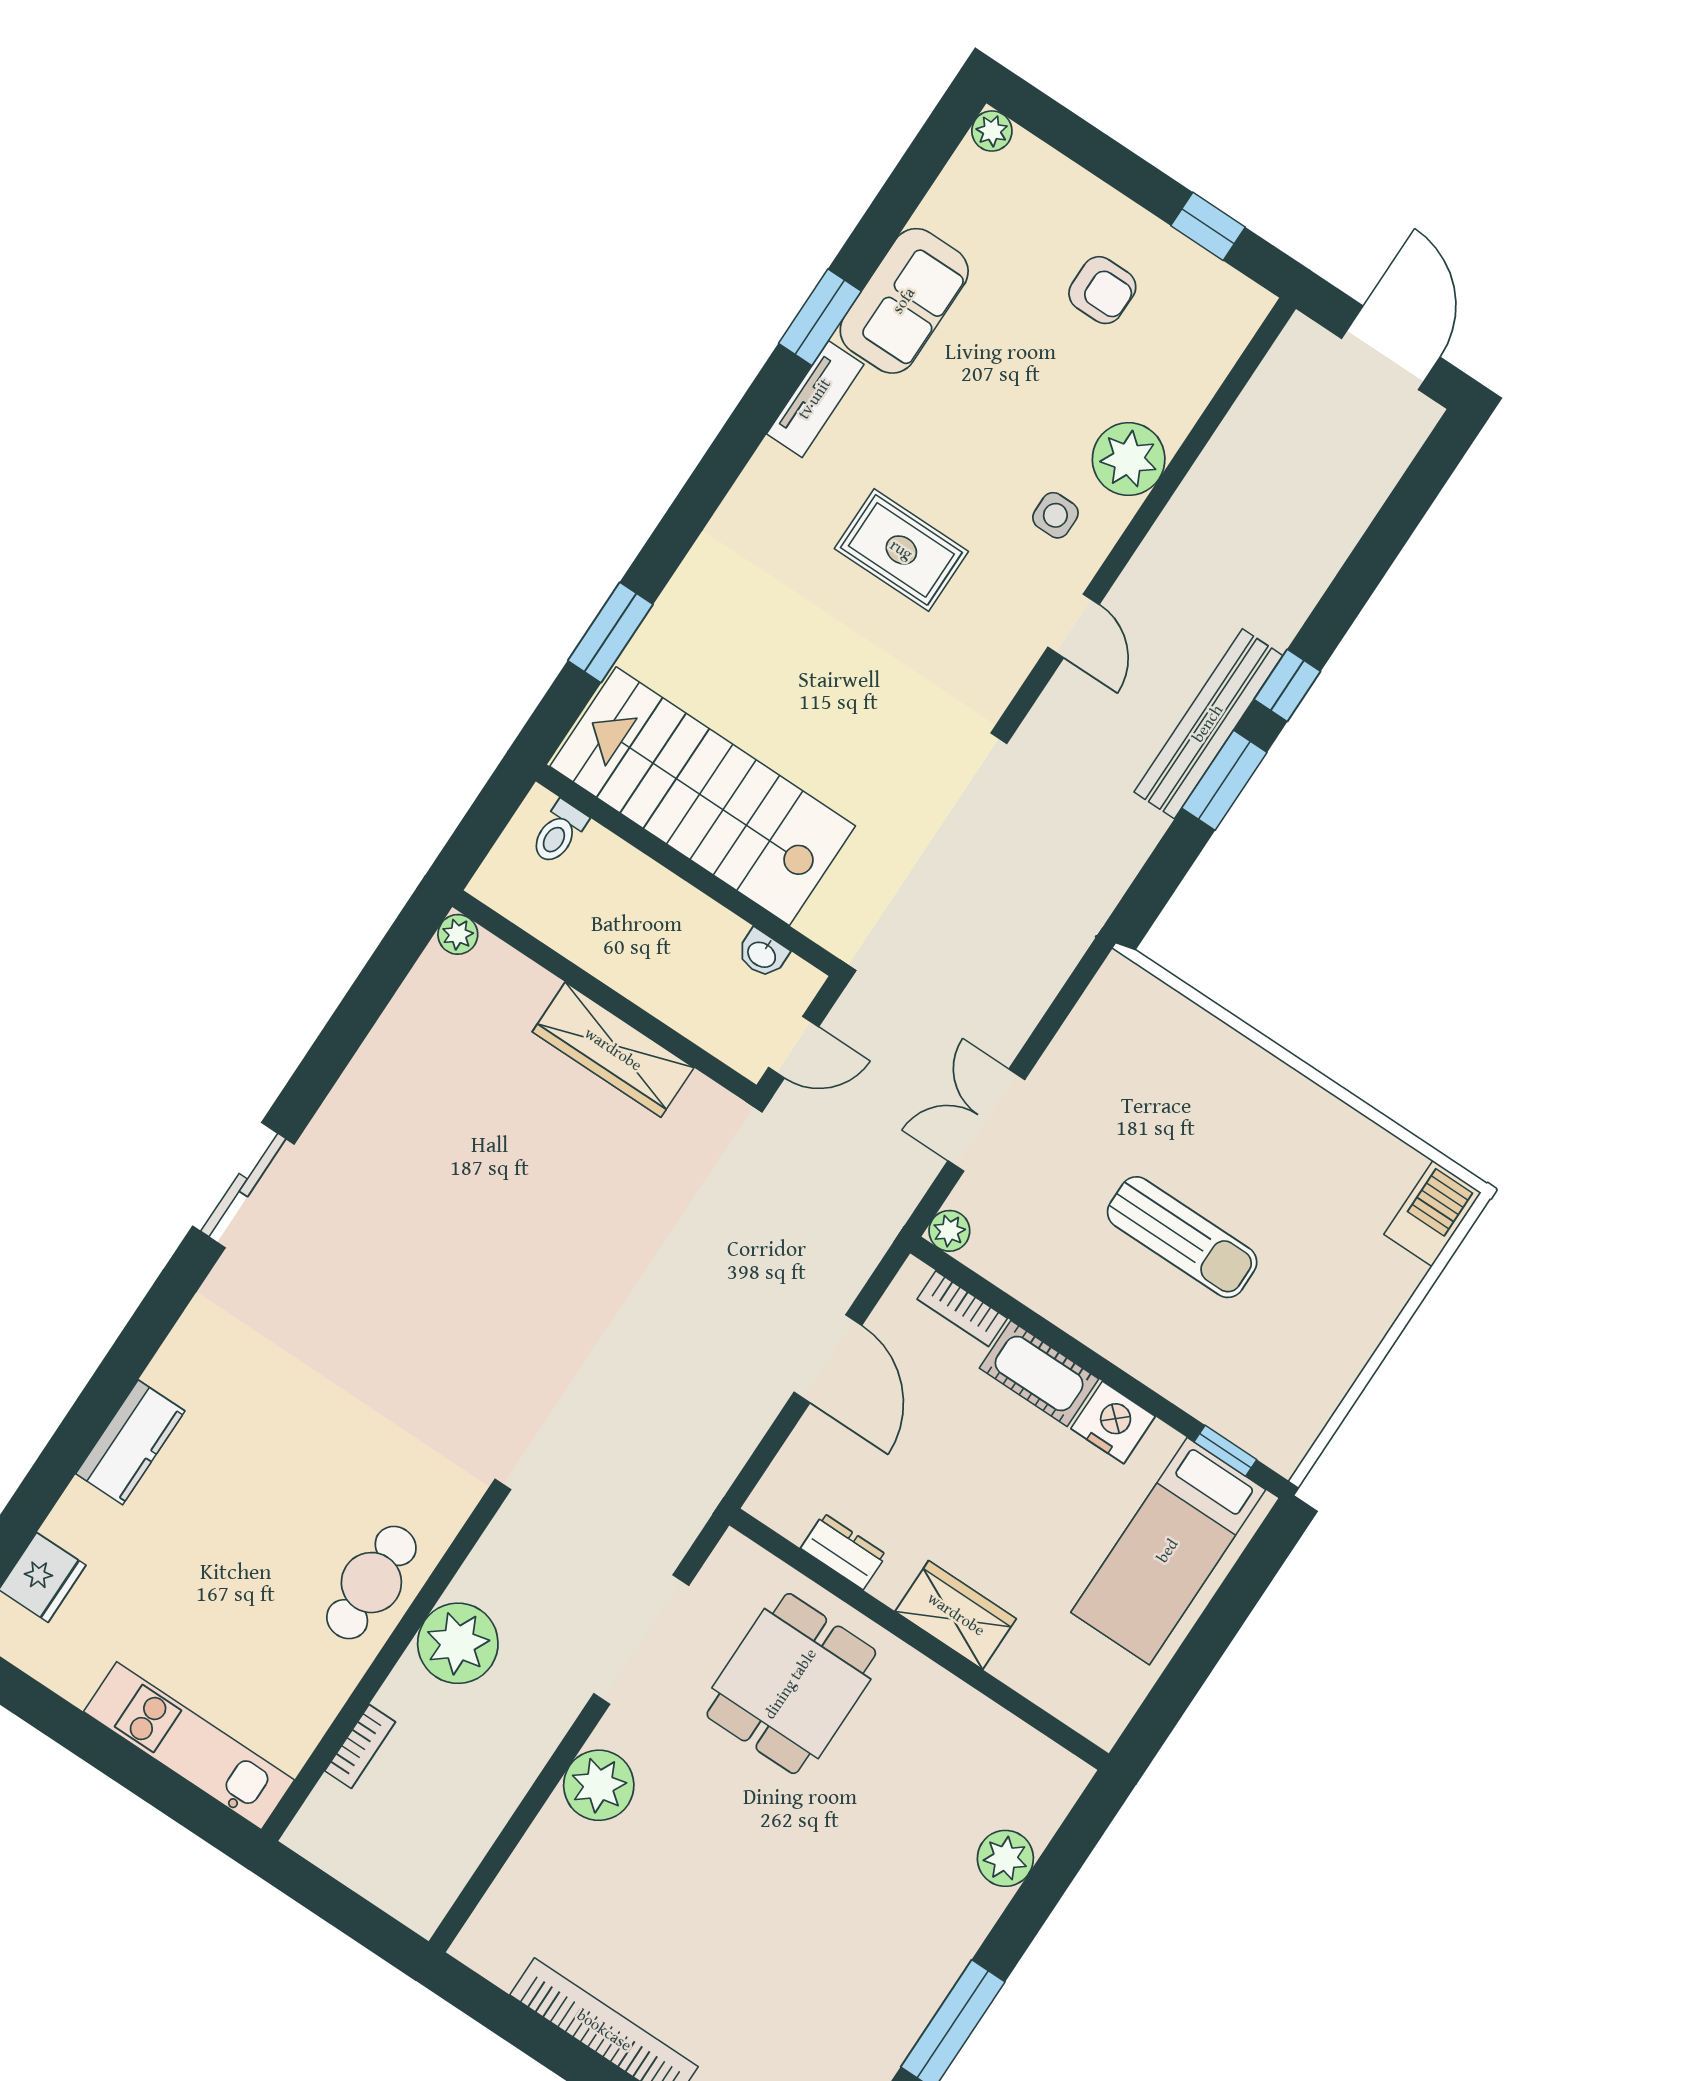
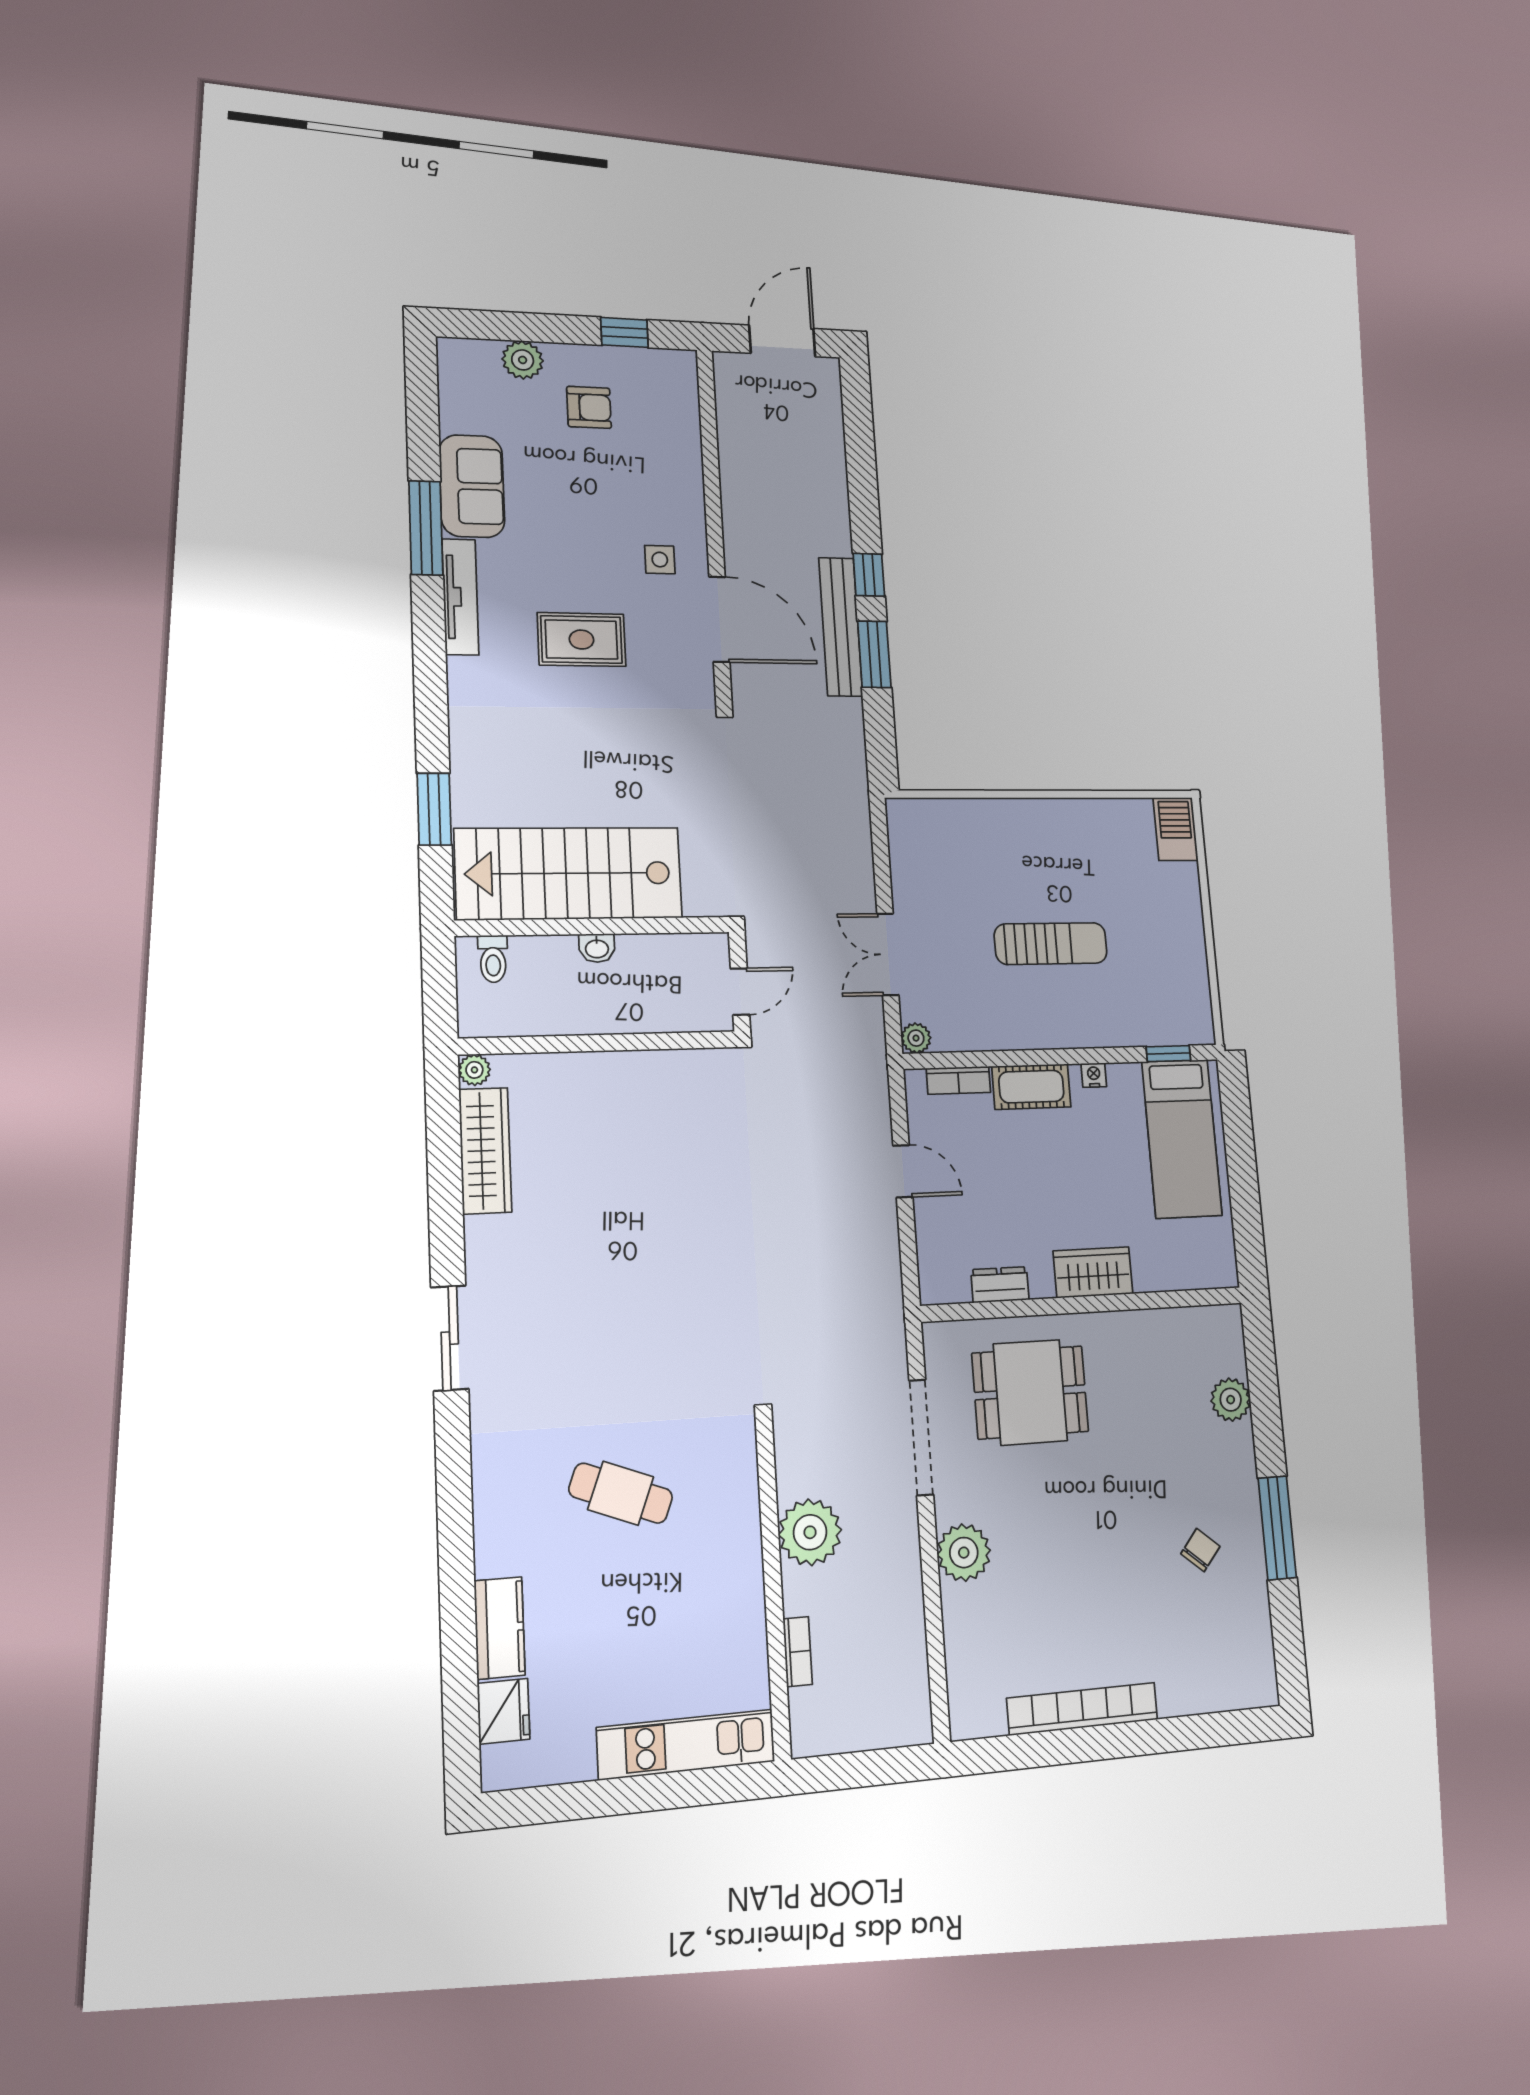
plant: (992, 131) -> (523, 360), moved, width x1.38, depth x1.38
window: (820, 317) -> (426, 528), width x1.44
door: (1391, 348) -> (782, 341), hinge flipped
tv unit: (815, 399) -> (460, 597), width x1.41
plant: (1129, 459) -> (679, 499), removed
door: (1073, 626) -> (719, 619), width x1.88
washbasin: (762, 954) -> (597, 948), moved
wardrobe: (613, 1050) -> (485, 1151), moved, turned -90
door: (828, 1359) -> (903, 1171), width x0.73
nightstand: (1113, 1423) -> (1094, 1075), width x0.53, depth x0.56
kitchen counter: (130, 1442) -> (500, 1628), moved
cafe table: (371, 1583) -> (621, 1493), moved, turned -69
dining table: (791, 1684) -> (1030, 1392), turned 90
chair: (851, 1980) -> (1200, 1550), added

